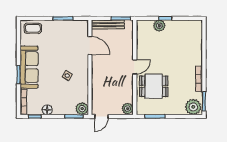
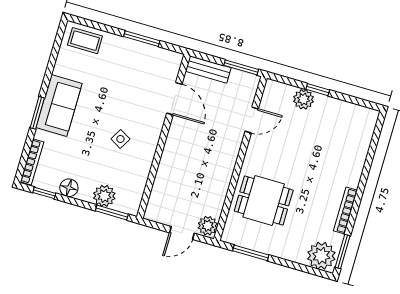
bench: (108, 25) -> (208, 69), width x0.73
sofa: (29, 67) -> (59, 105), width x0.73
door: (135, 67) -> (252, 120), moved
plant: (82, 109) -> (104, 196), moved
door: (101, 116) -> (182, 233), moved

